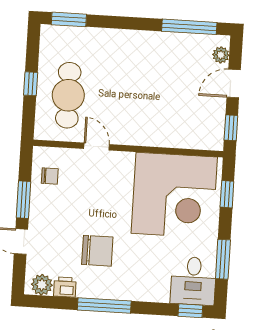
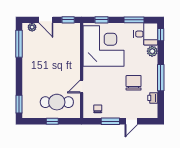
plant: (42, 285) -> (152, 51), moved

